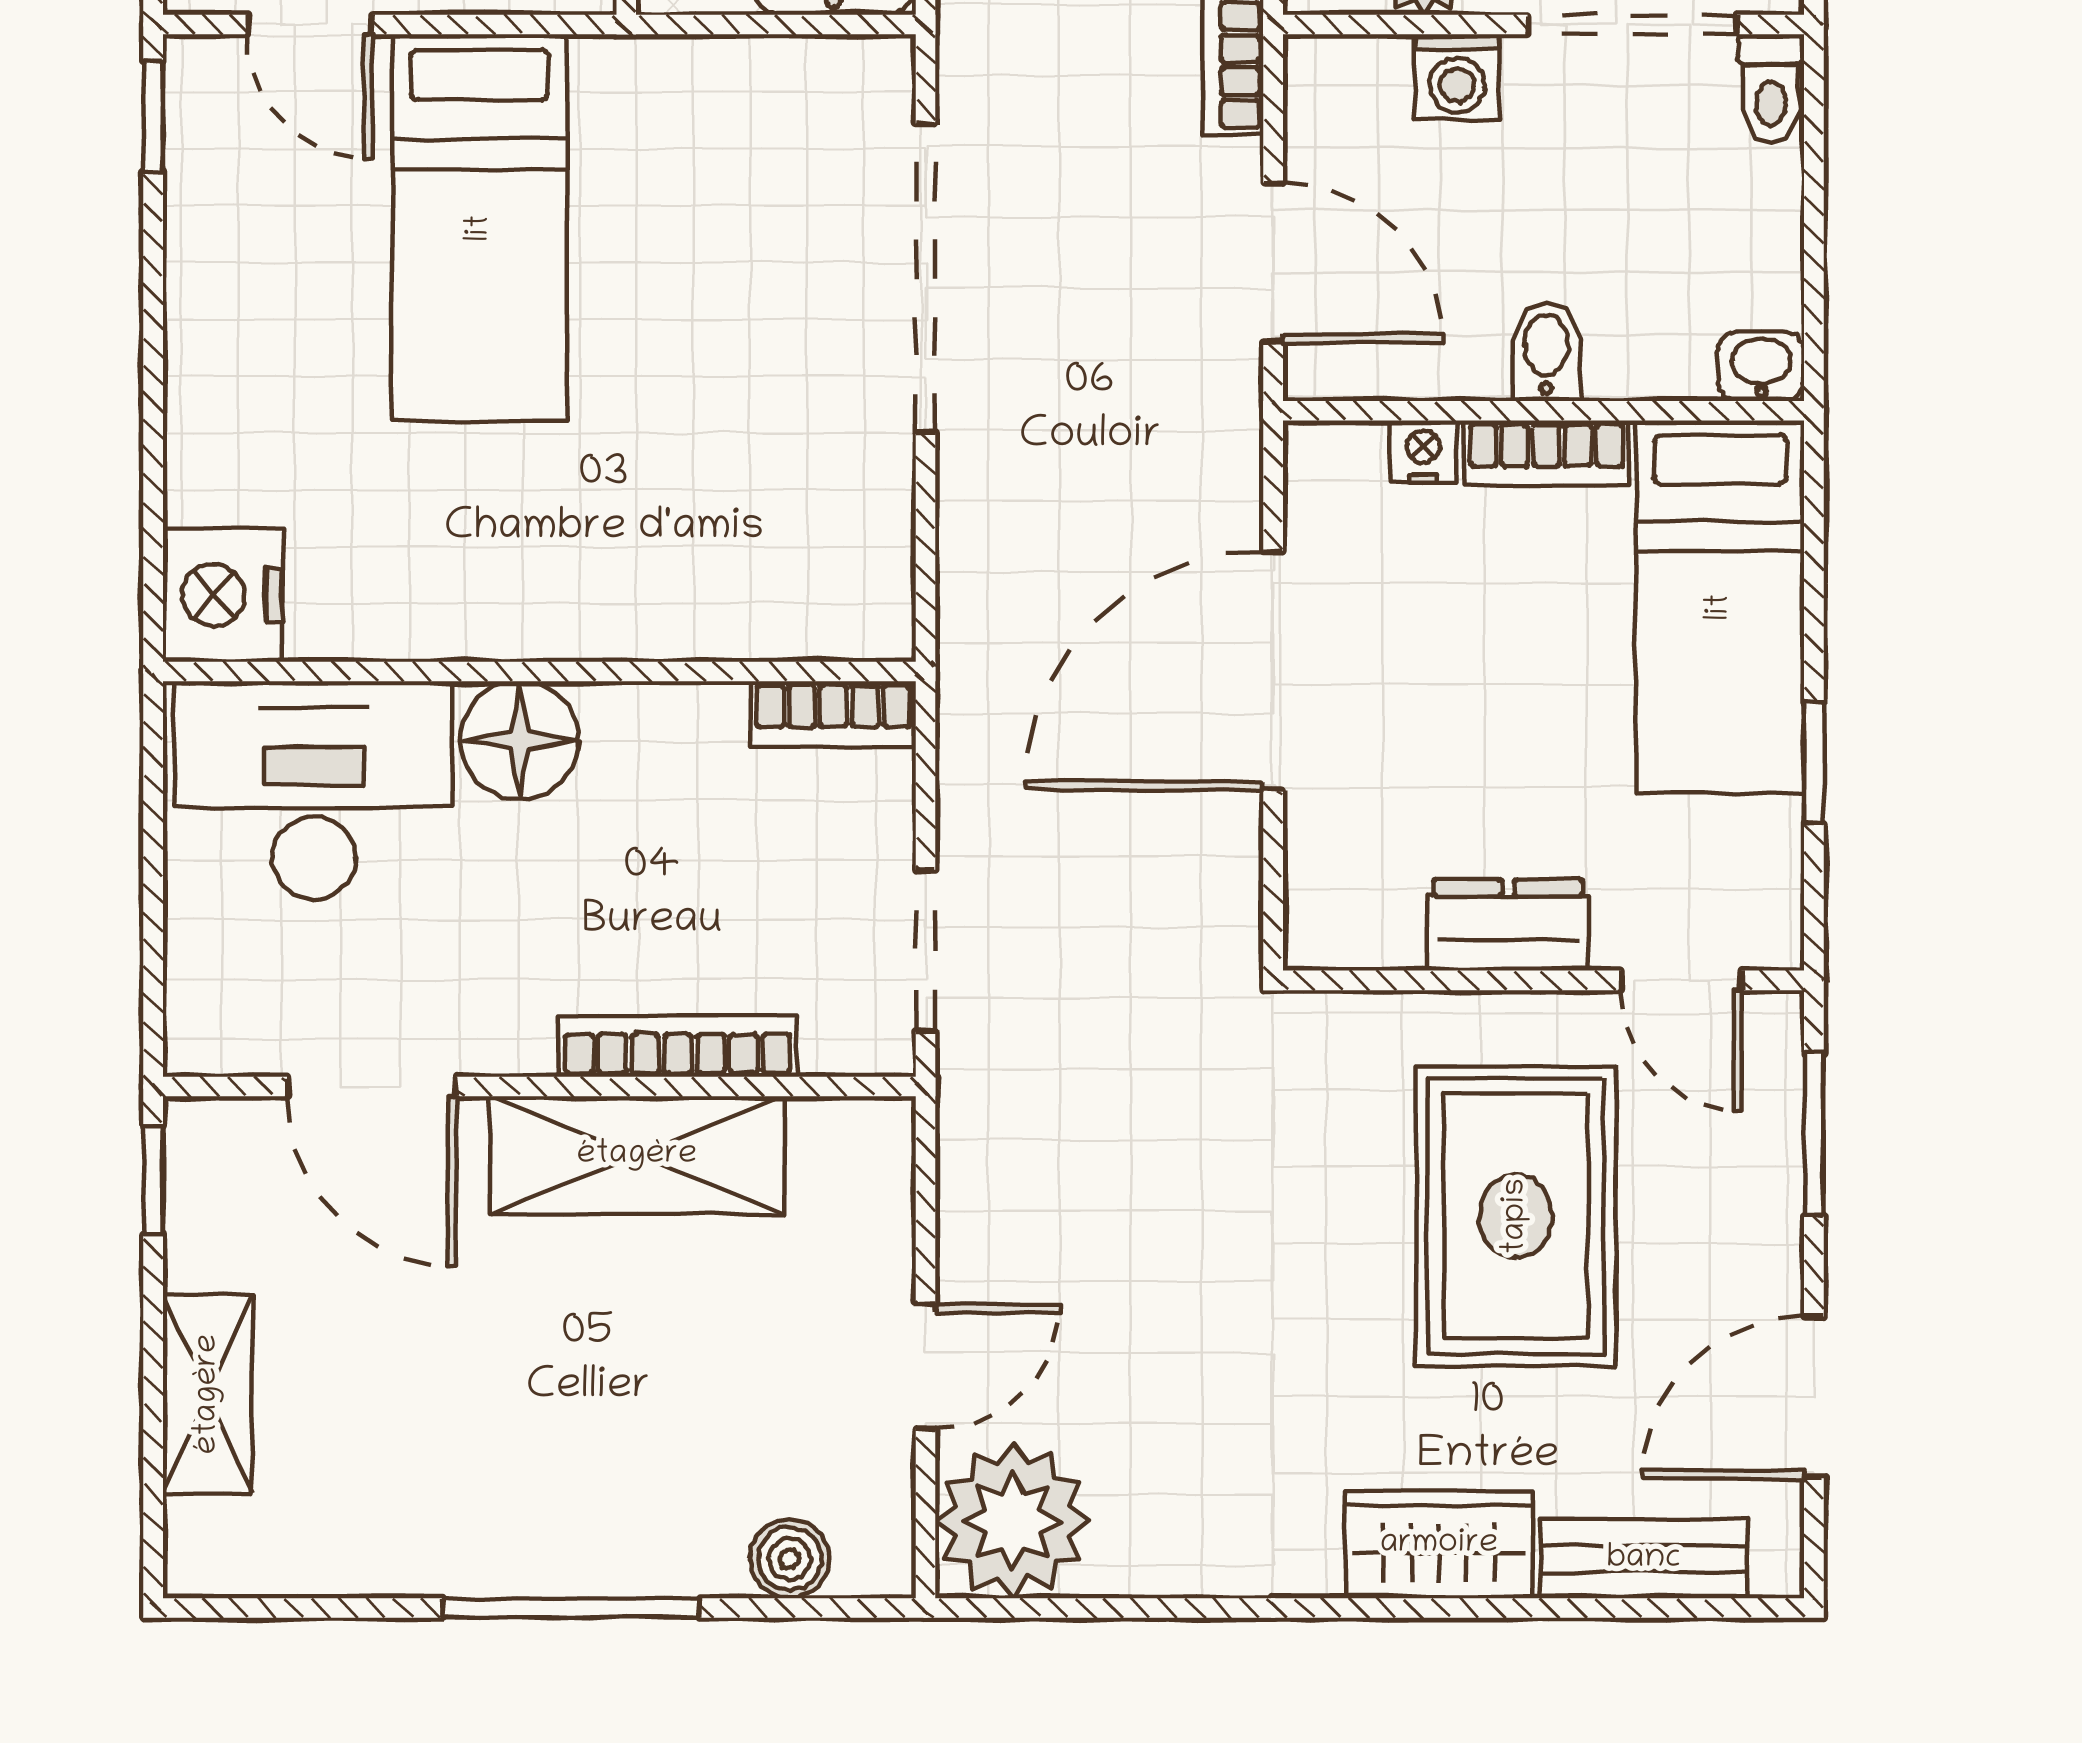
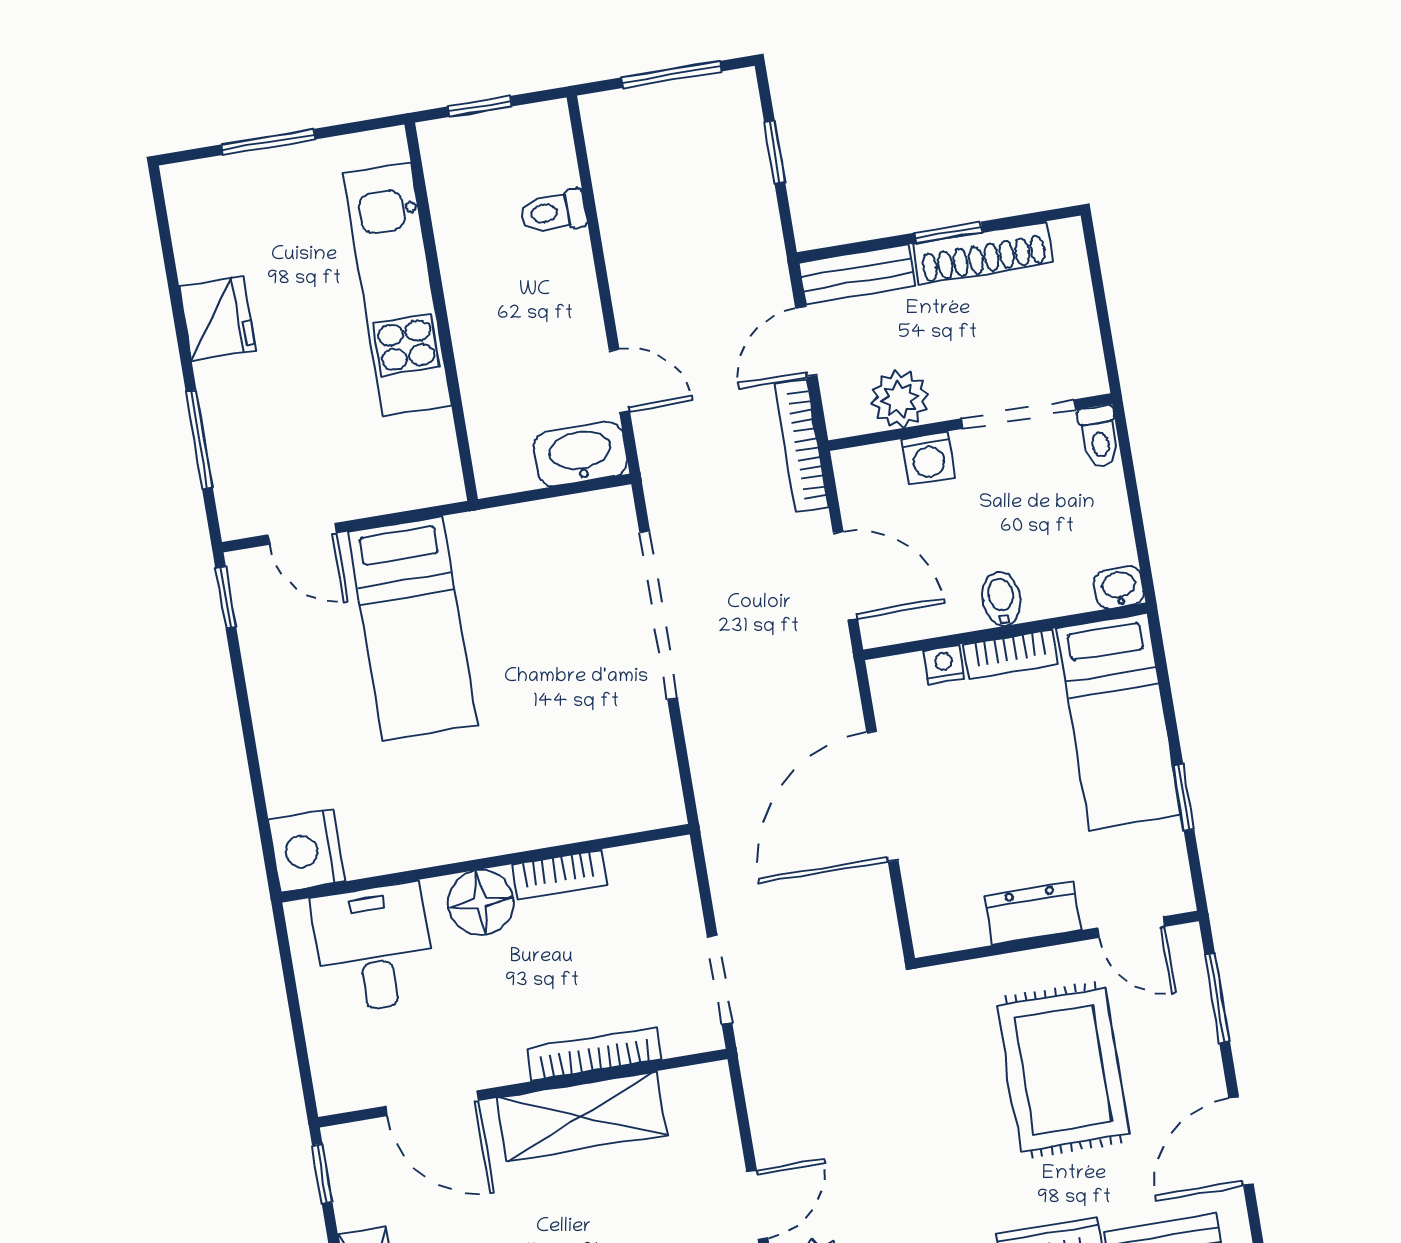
bookcase: (833, 714) -> (559, 875), moved
desk: (314, 790) -> (374, 948), width x0.73

